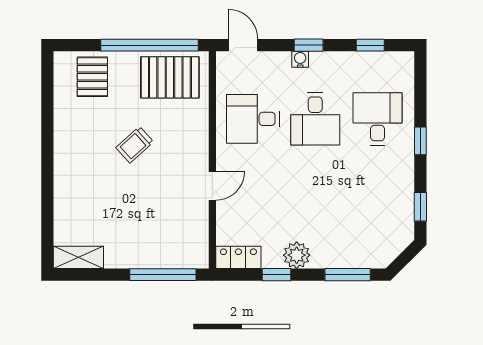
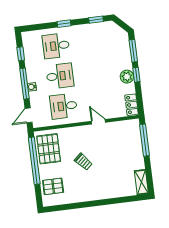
window: (309, 45) -> (25, 84), width x2.17
desk: (253, 119) -> (64, 106), turned 90
window: (276, 275) -> (136, 75), moved

